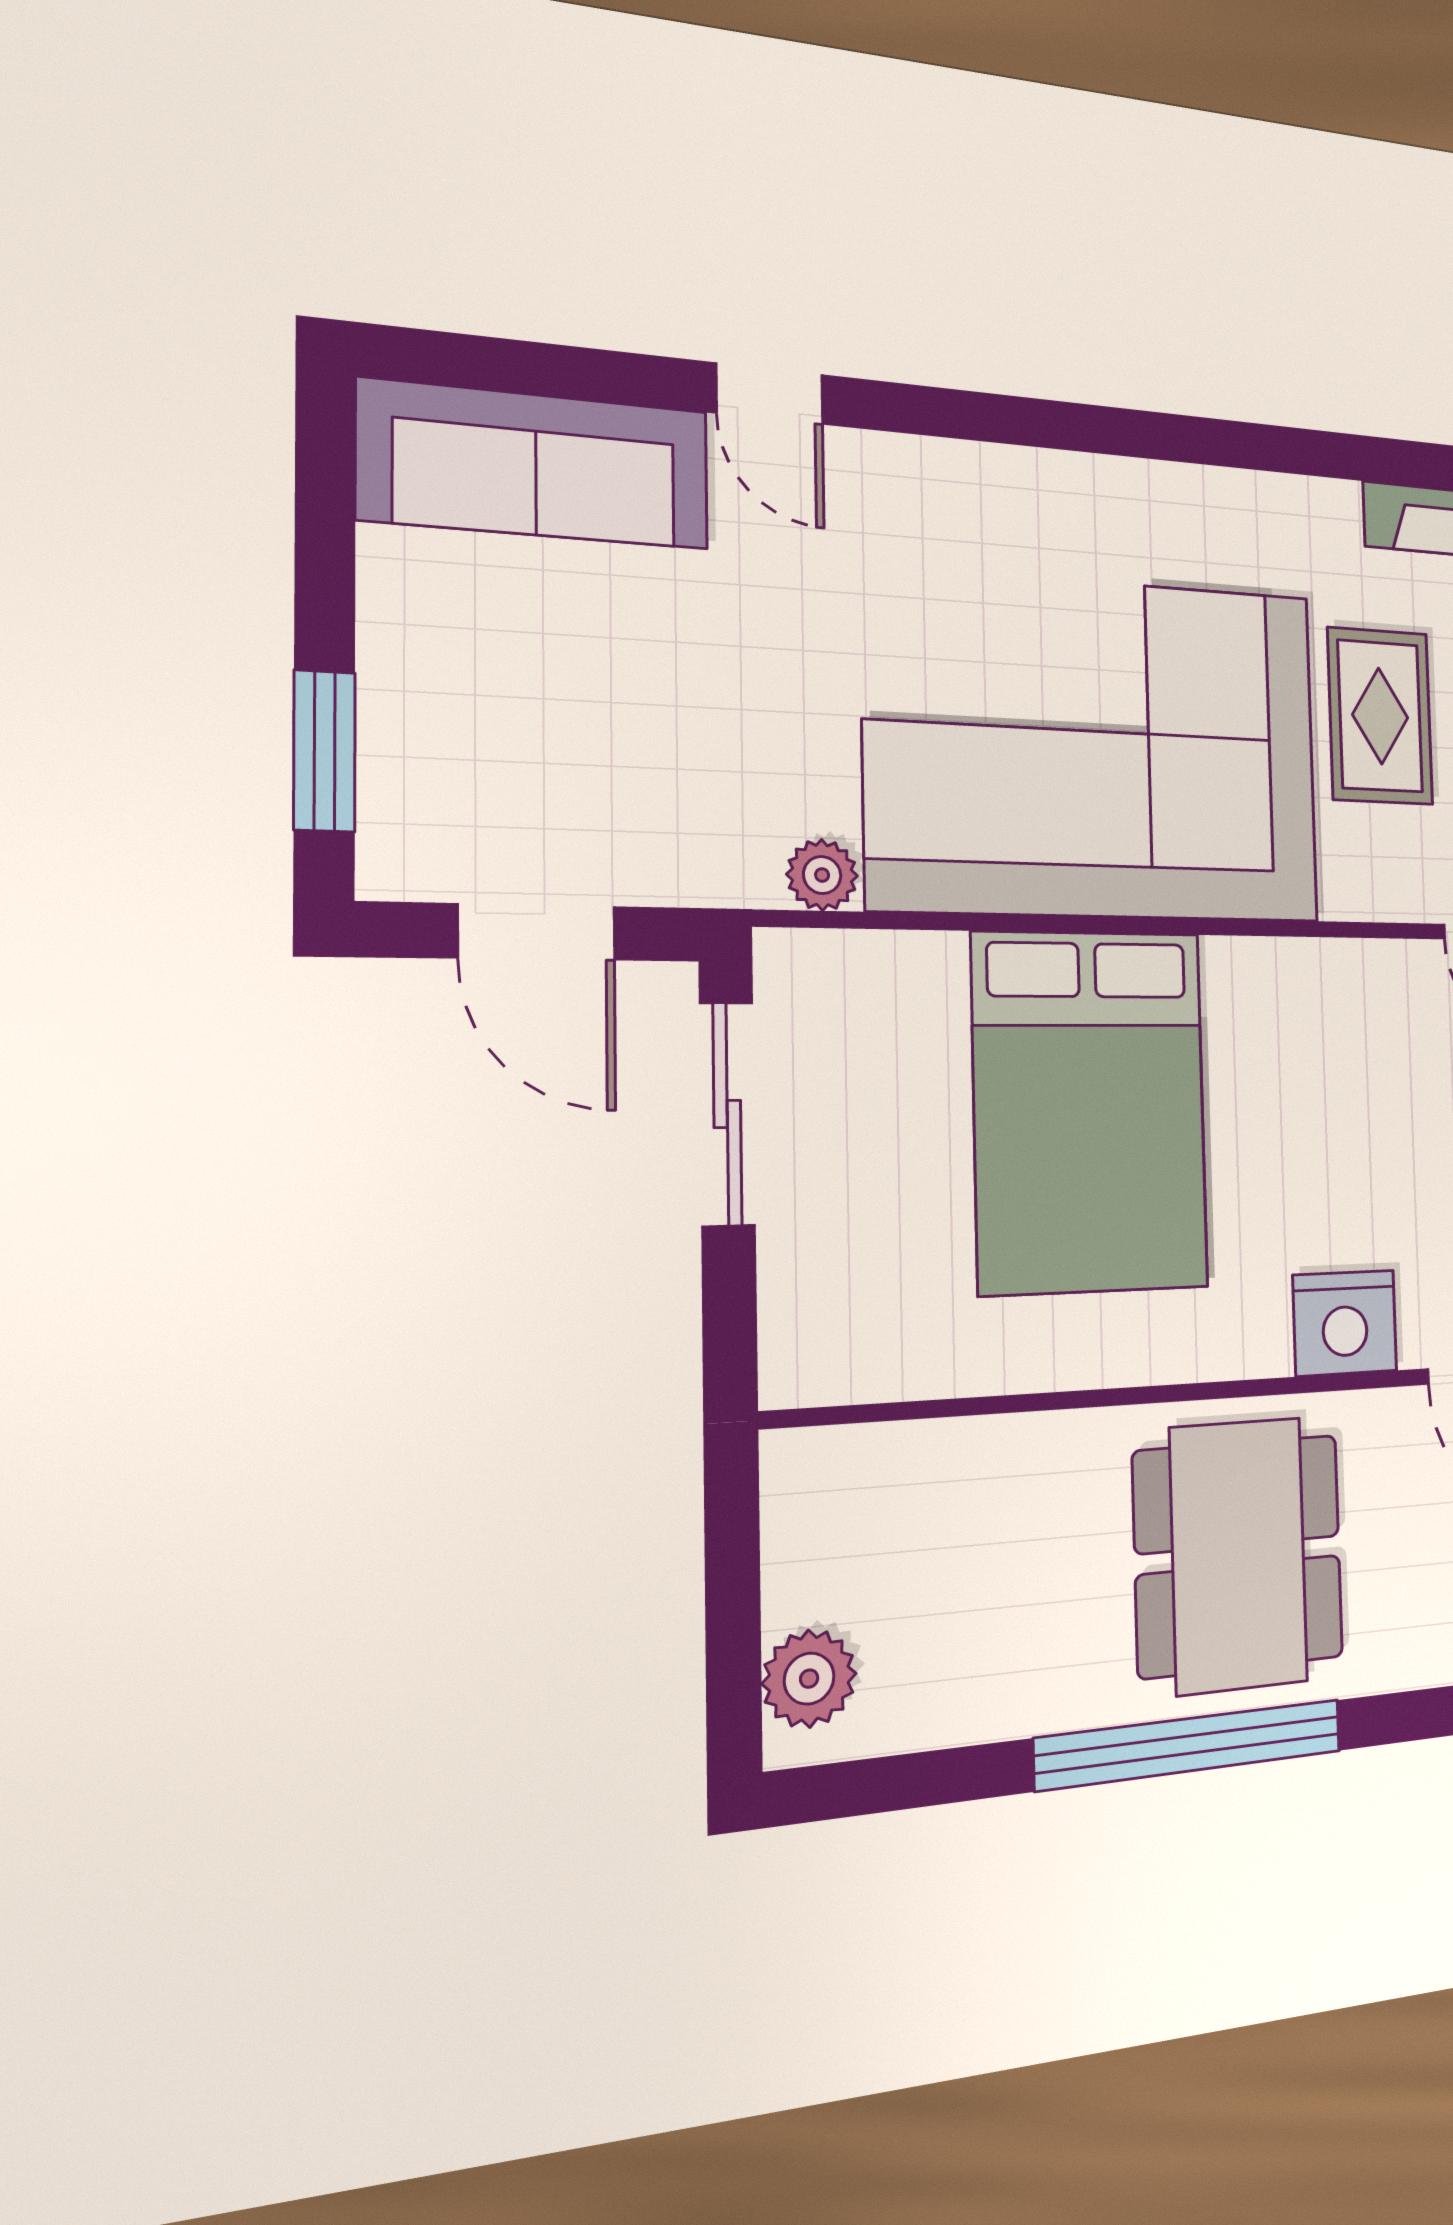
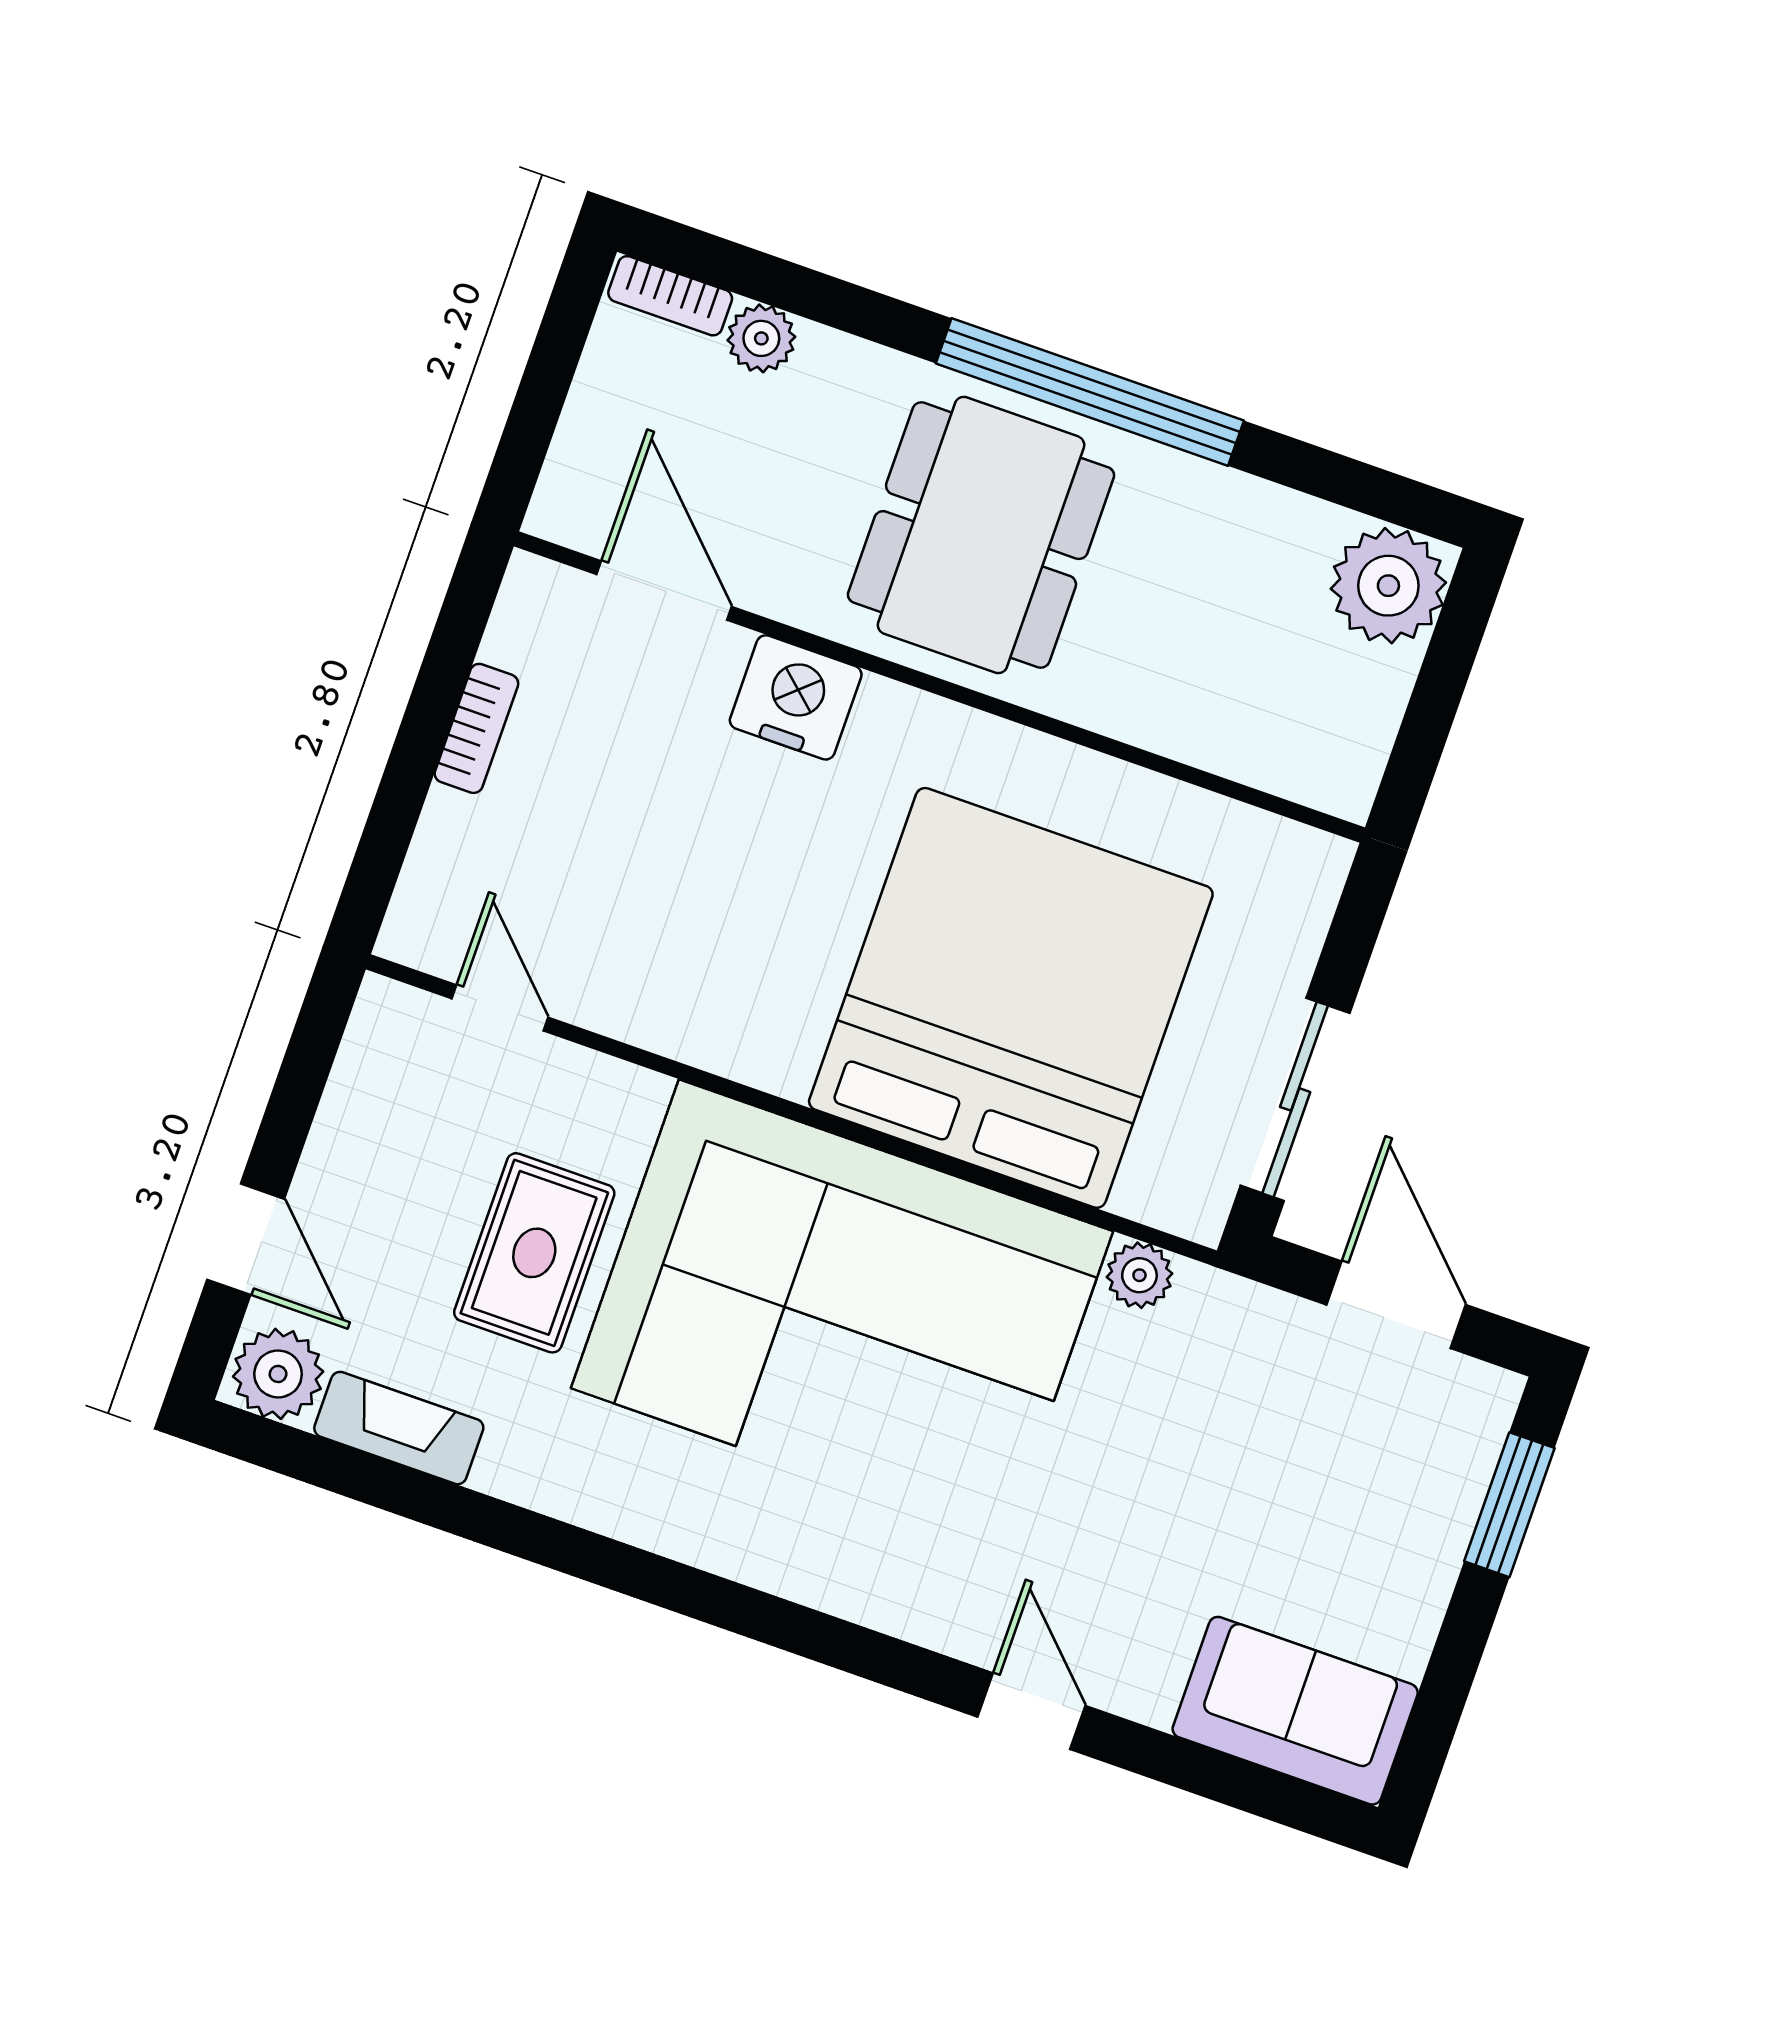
sofa: (536, 465) -> (1295, 1711), width x0.73
bed: (1090, 1111) -> (1011, 998), width x1.36
plant: (809, 1679) -> (1388, 586), width x1.36, depth x1.36

